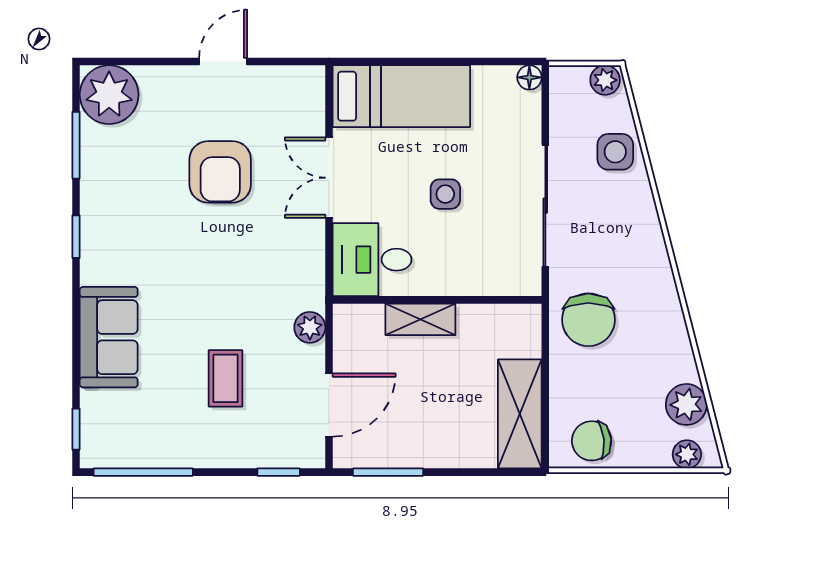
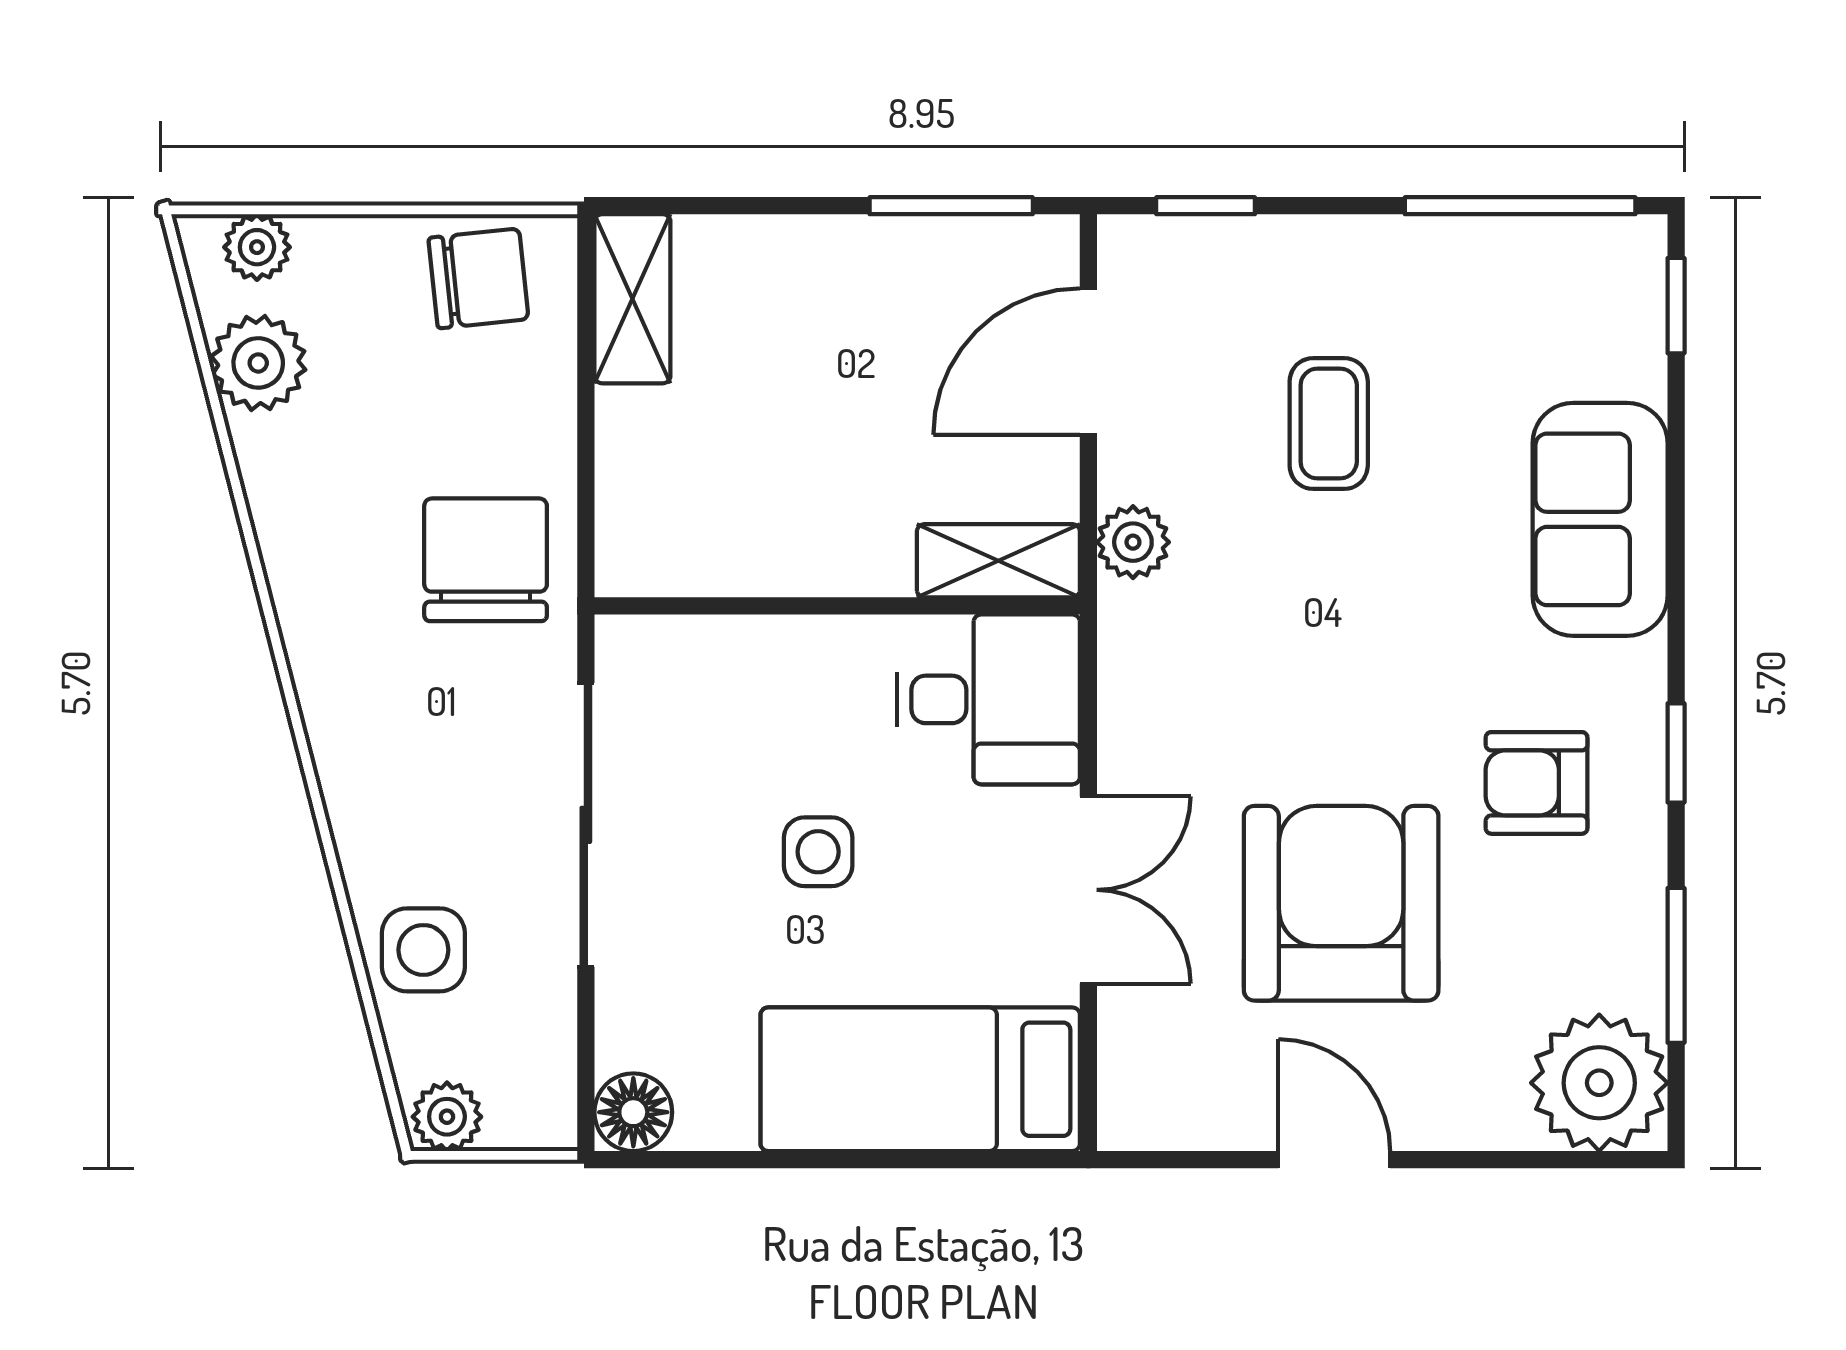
door: (223, 62) -> (1334, 1160), swing flipped
floor lamp: (529, 77) -> (633, 1112), width x1.37, depth x1.37
armchair: (220, 172) -> (1341, 903), width x1.36, depth x1.36
armchair: (136, 224) -> (1537, 783), added
shelving: (420, 319) -> (998, 561), moved
shelving: (520, 414) -> (632, 299), width x0.67, depth x0.75

